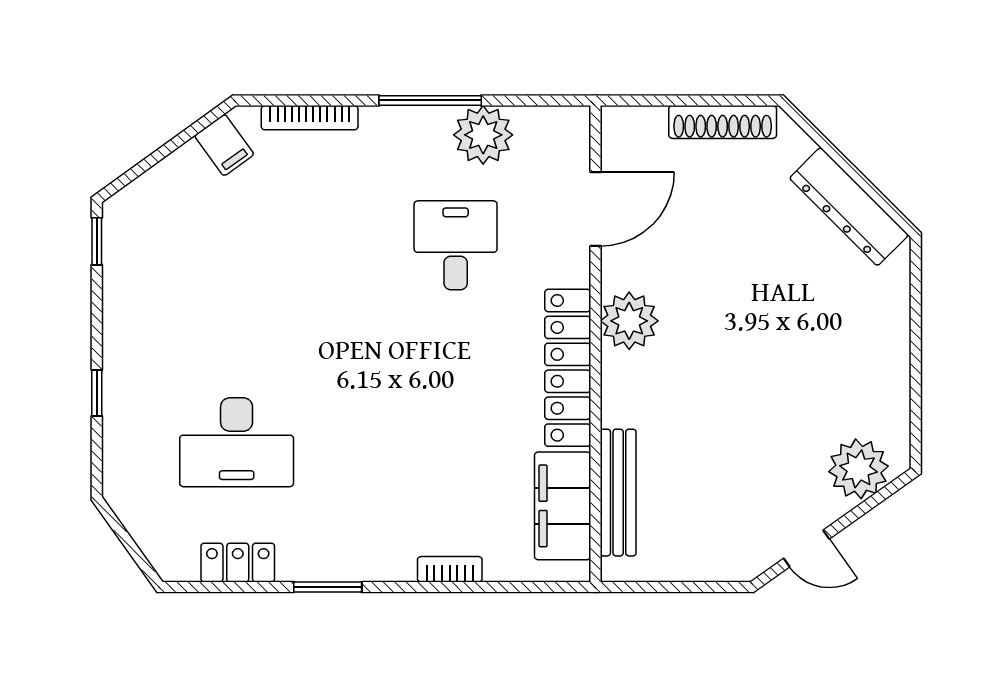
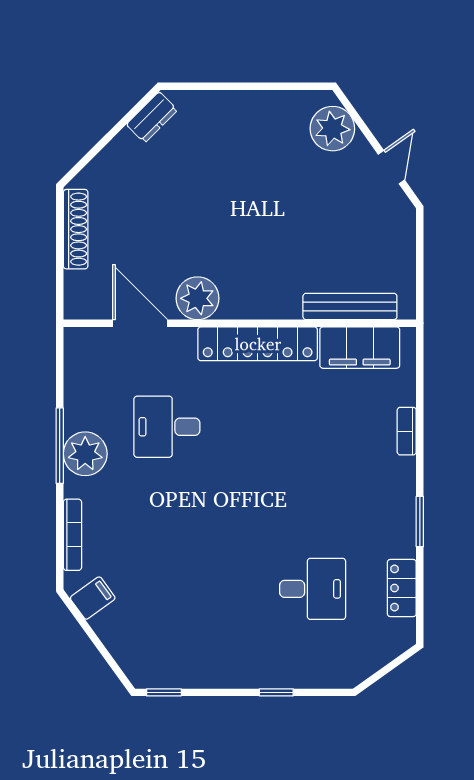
plant: (483, 135) -> (85, 454), moved
dresser: (849, 207) -> (152, 117), width x0.51, depth x0.80
plant: (629, 321) -> (197, 298), moved
desk: (237, 442) -> (313, 589), width x0.73

